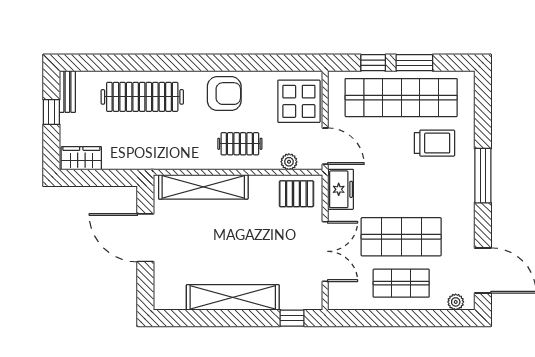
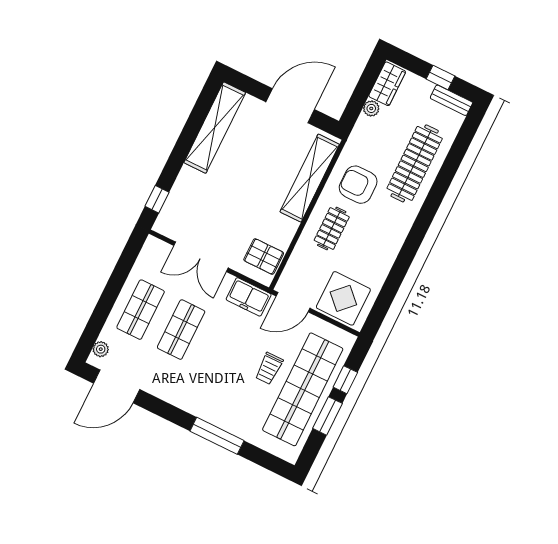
armchair: (224, 94) -> (358, 185), moved, turned 90
trolley: (434, 143) -> (269, 368), moved, width x0.73, depth x0.72
plant: (289, 162) -> (371, 108), moved
window: (483, 176) -> (217, 436), moved
pallet: (296, 194) -> (264, 257), turned 90
shop shelf: (401, 237) -> (181, 330), width x0.70, depth x0.74
shelving: (233, 297) -> (215, 128), moved

